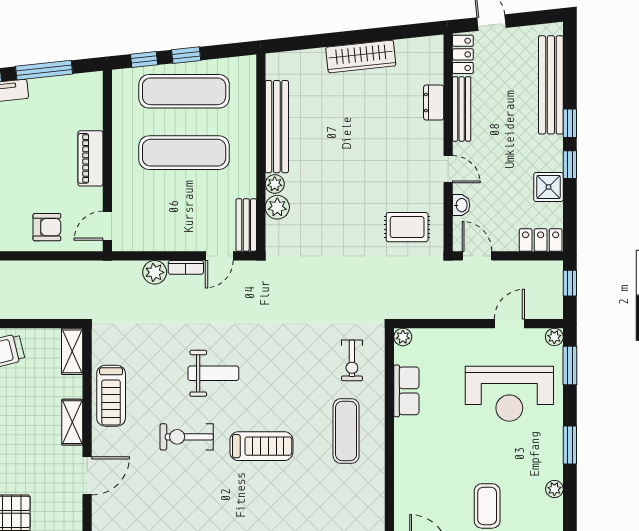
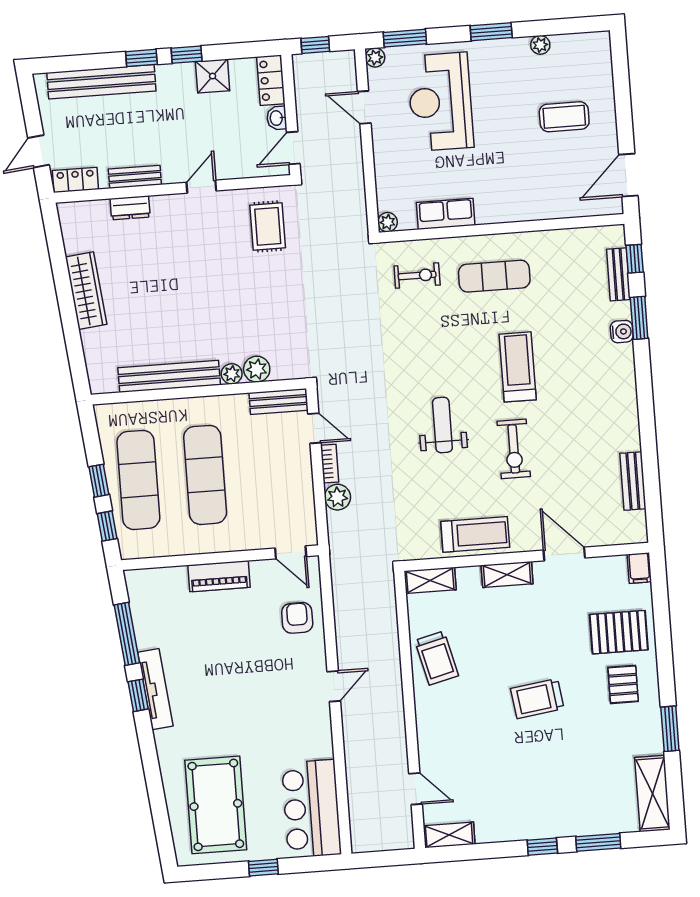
bench: (462, 109) -> (135, 177), width x0.73
washbasin: (461, 205) -> (277, 118), moved, turned -90
reception desk: (509, 394) -> (440, 102), turned 180

